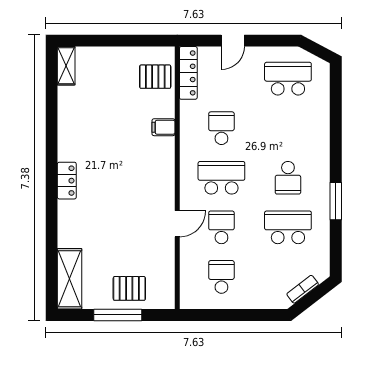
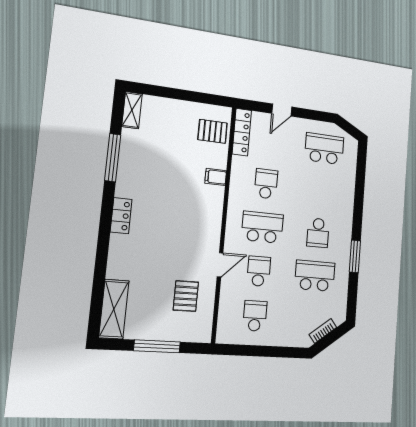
window: (52, 120) -> (113, 158), added
pallet: (129, 288) -> (186, 296), moved, turned 90

